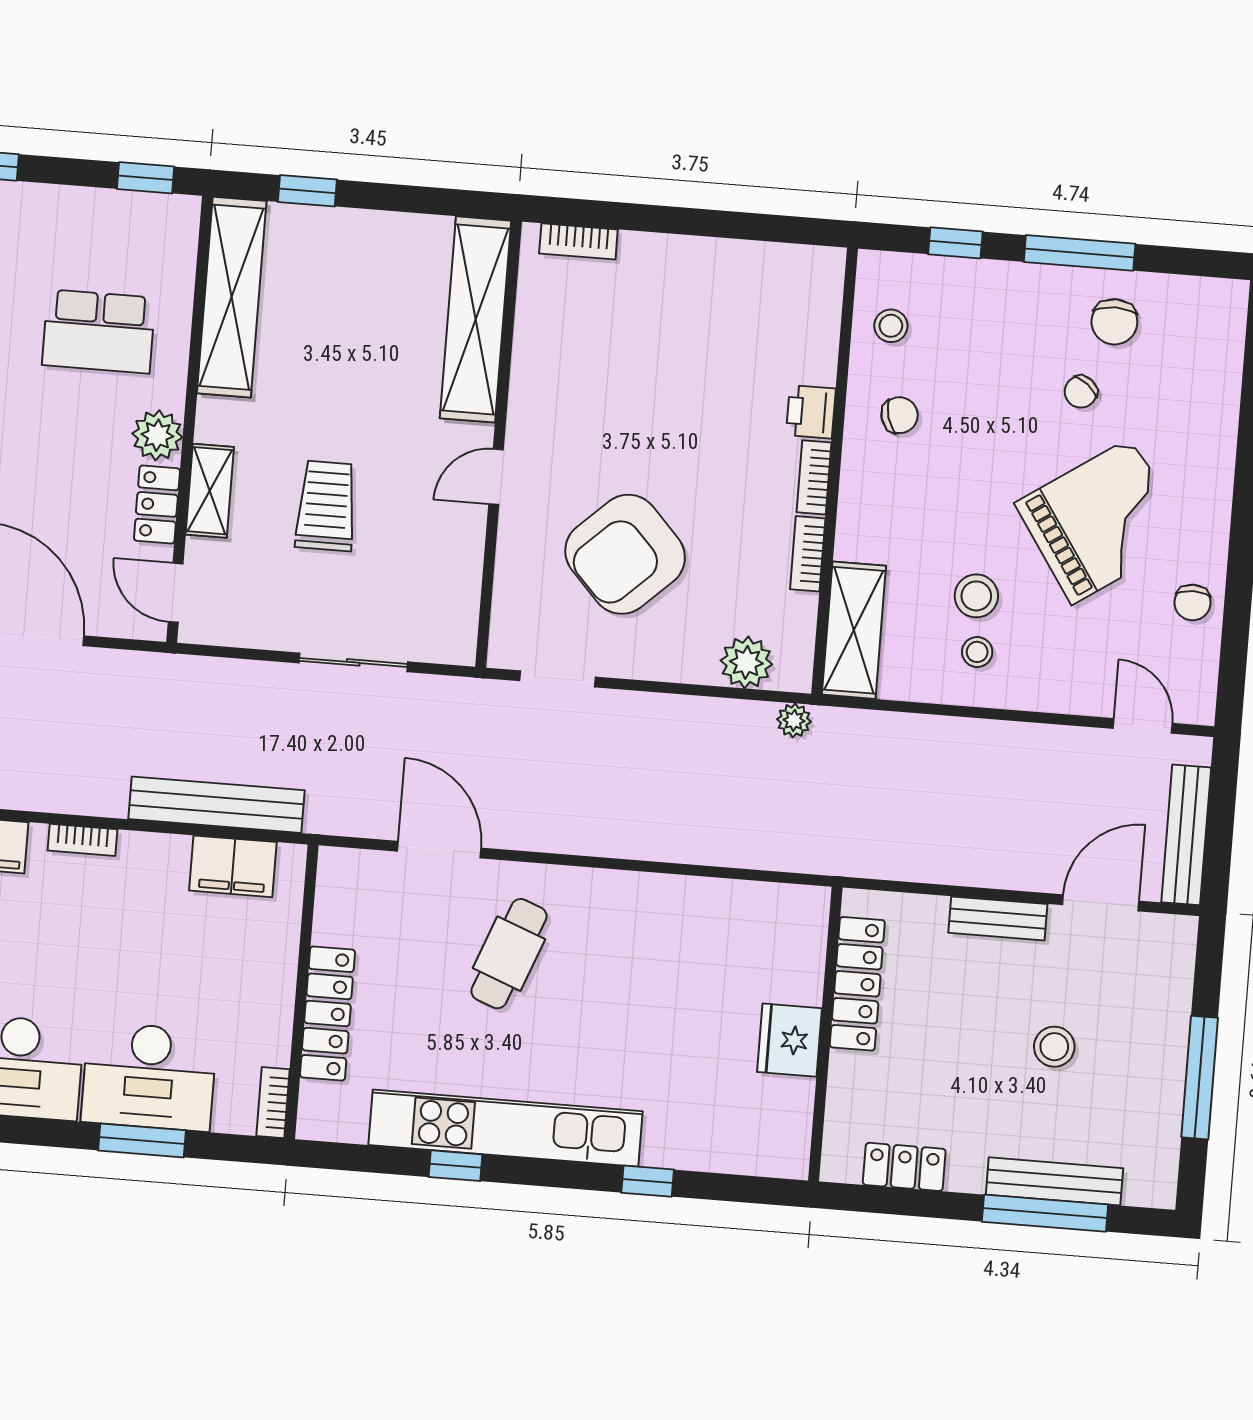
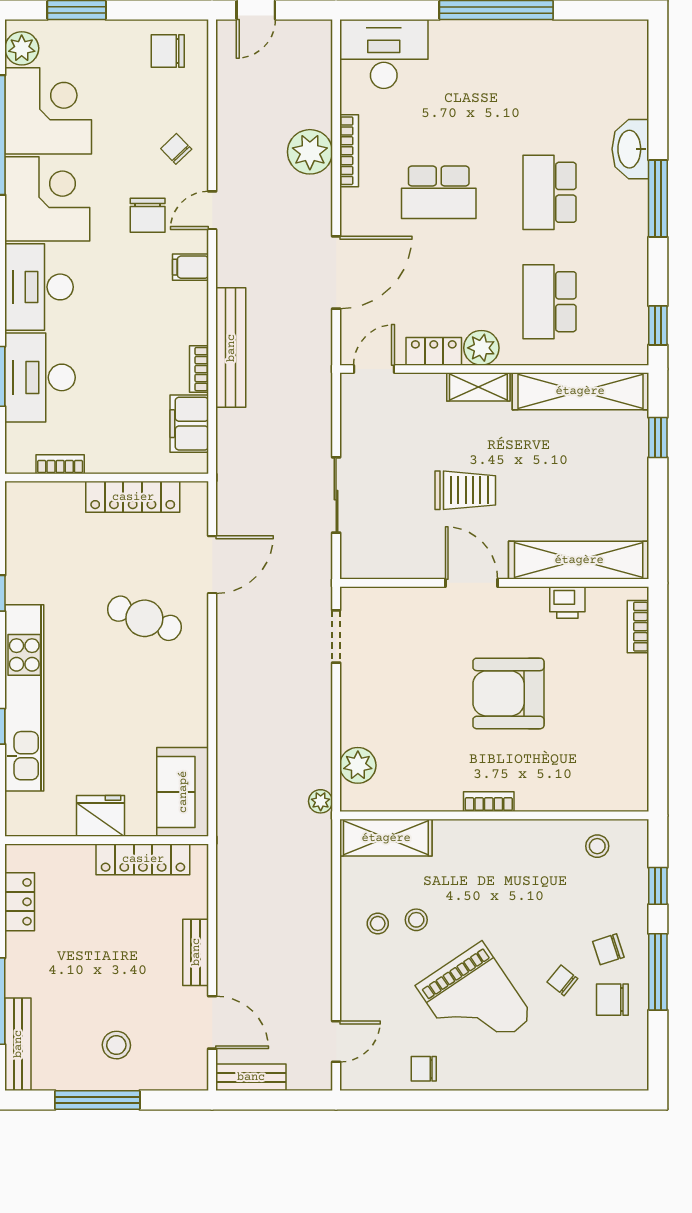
printer: (811, 412) -> (567, 602), moved, turned 180
chair: (899, 415) -> (608, 949), moved, turned 88
door: (496, 477) -> (472, 583), width x1.38
shelving: (210, 491) -> (478, 387), moved
trolley: (326, 506) -> (465, 490), moved
armchair: (625, 554) -> (508, 693), moved, turned -47
bookcase: (808, 554) -> (436, 802), removed
stool: (976, 596) -> (416, 920), width x0.73, depth x0.73
bench: (216, 805) -> (231, 348), moved
bench: (1186, 835) -> (251, 1077), width x0.73
bookcase: (82, 840) -> (199, 369), moved
sofa: (764, 919) -> (183, 792), added
locker: (327, 1014) -> (133, 497), moved
stool: (1054, 1047) -> (116, 1045), moved
bookcase: (273, 1103) -> (60, 464), moved
kitchen unit: (505, 1128) -> (24, 698), moved
bench: (1055, 1181) -> (18, 1044), moved

